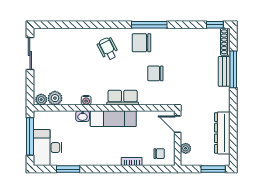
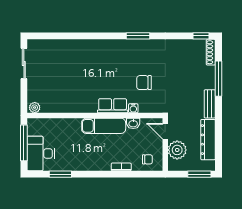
window: (149, 25) -> (138, 36), width x0.69
chair: (142, 43) -> (131, 53), removed
wheelchair: (108, 49) -> (98, 59), removed
bench: (224, 71) -> (210, 104), moved
plant: (55, 98) -> (48, 106), removed
water cooler: (86, 100) -> (133, 108), moved
washbasin: (83, 116) -> (133, 123), moved
plant: (186, 148) -> (177, 150), width x1.87, depth x1.87

